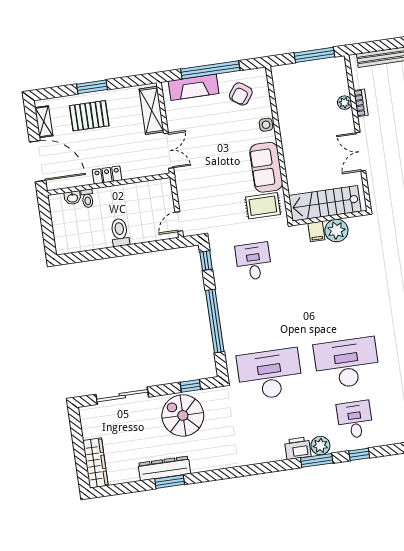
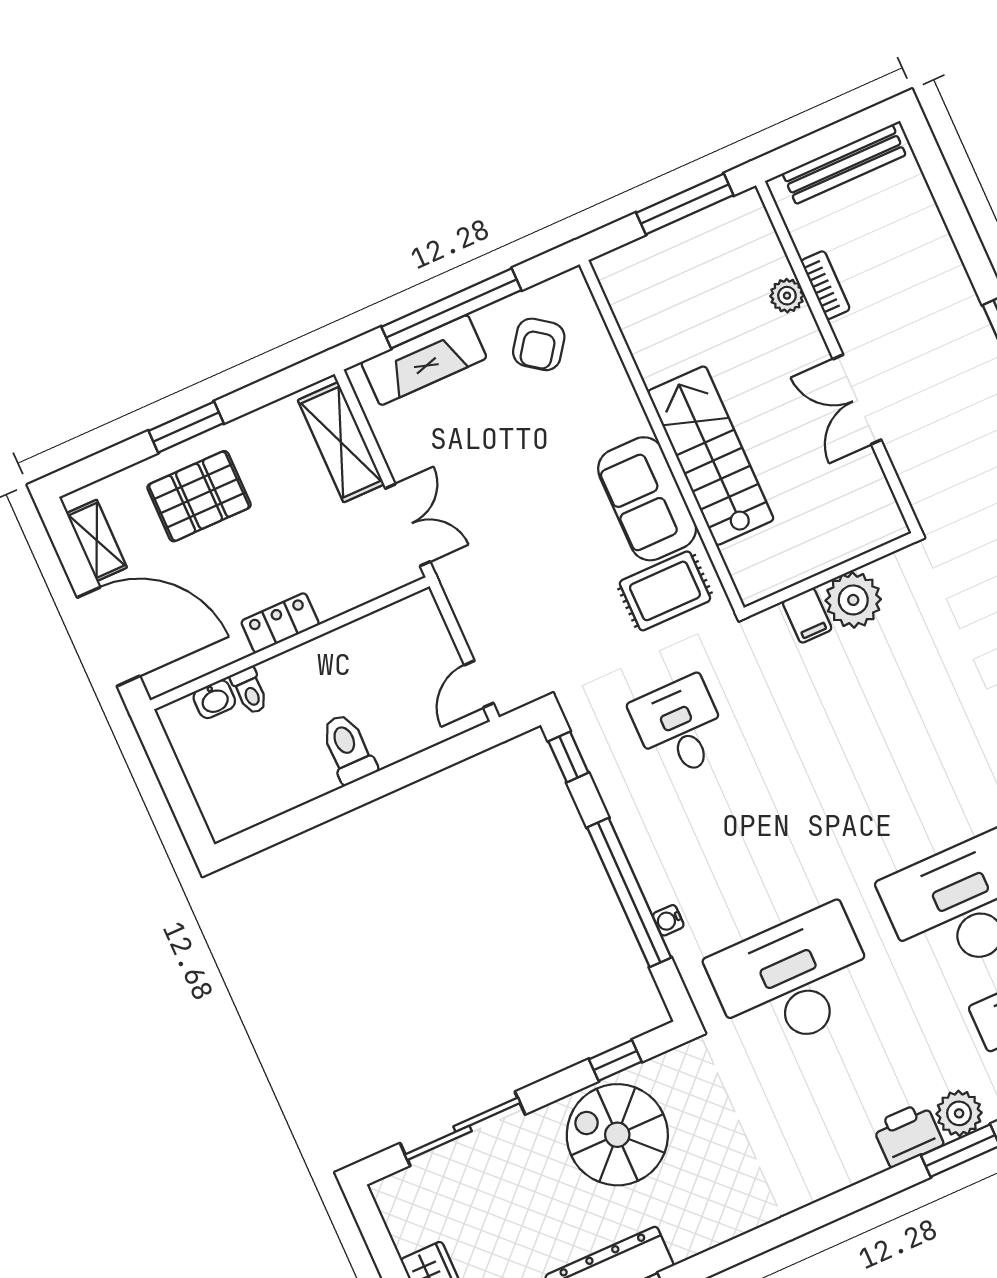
side table: (266, 125) -> (618, 400), removed
stairs: (325, 203) -> (711, 456), moved, turned 90
water cooler: (227, 336) -> (668, 920), added

